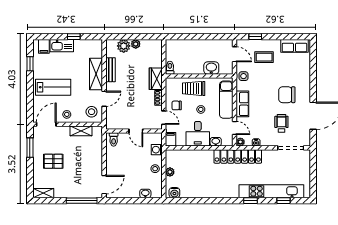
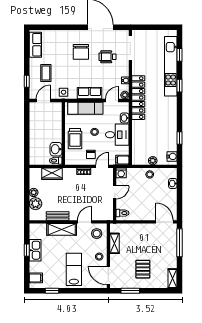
kitchen sink: (62, 46) -> (35, 250), moved
washbasin: (211, 68) -> (56, 149), moved
wardrobe: (156, 79) -> (52, 174), moved
door: (104, 99) -> (85, 222), hinge flipped
washing machine: (157, 150) -> (121, 173), moved
window: (194, 201) -> (179, 138), added

